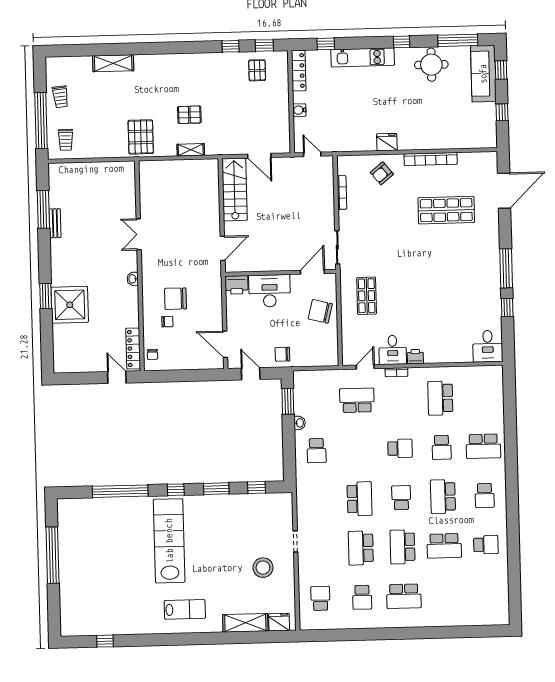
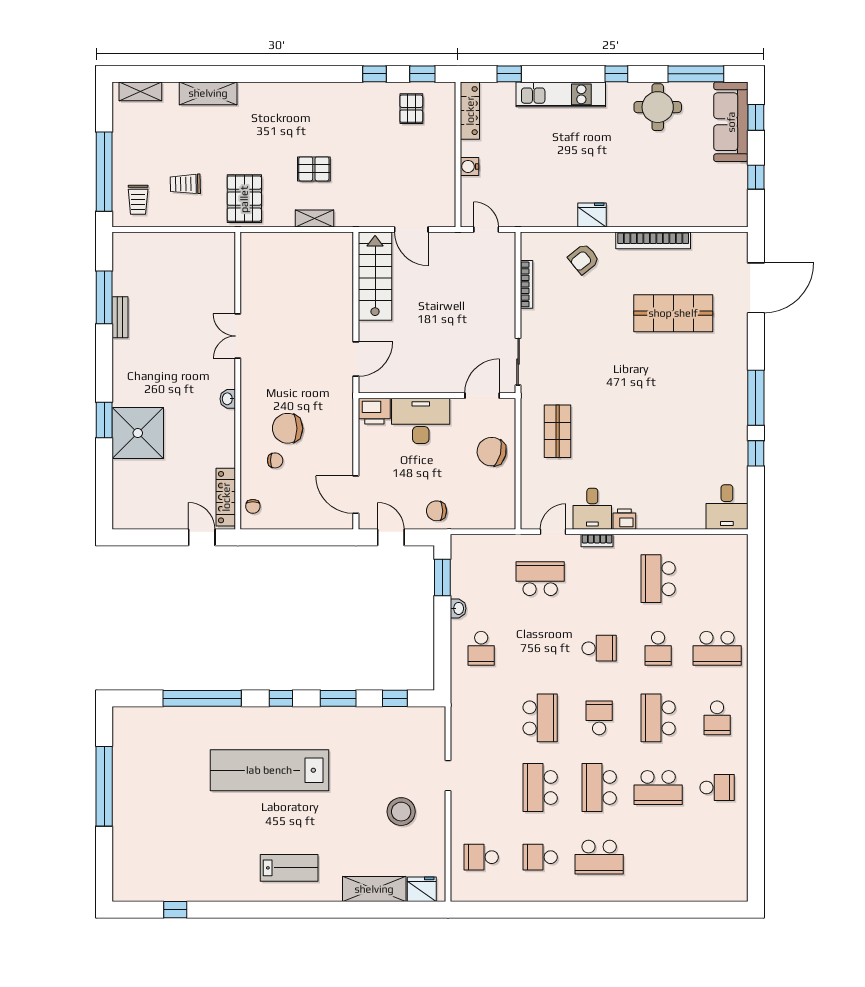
shelving: (65, 63) -> (140, 91), added
trolley: (60, 97) -> (185, 184), moved, turned 95
lab bench: (169, 541) -> (269, 770), turned -90
school desk: (362, 597) -> (540, 857), turned 90
school desk: (320, 598) -> (481, 857), turned -90

